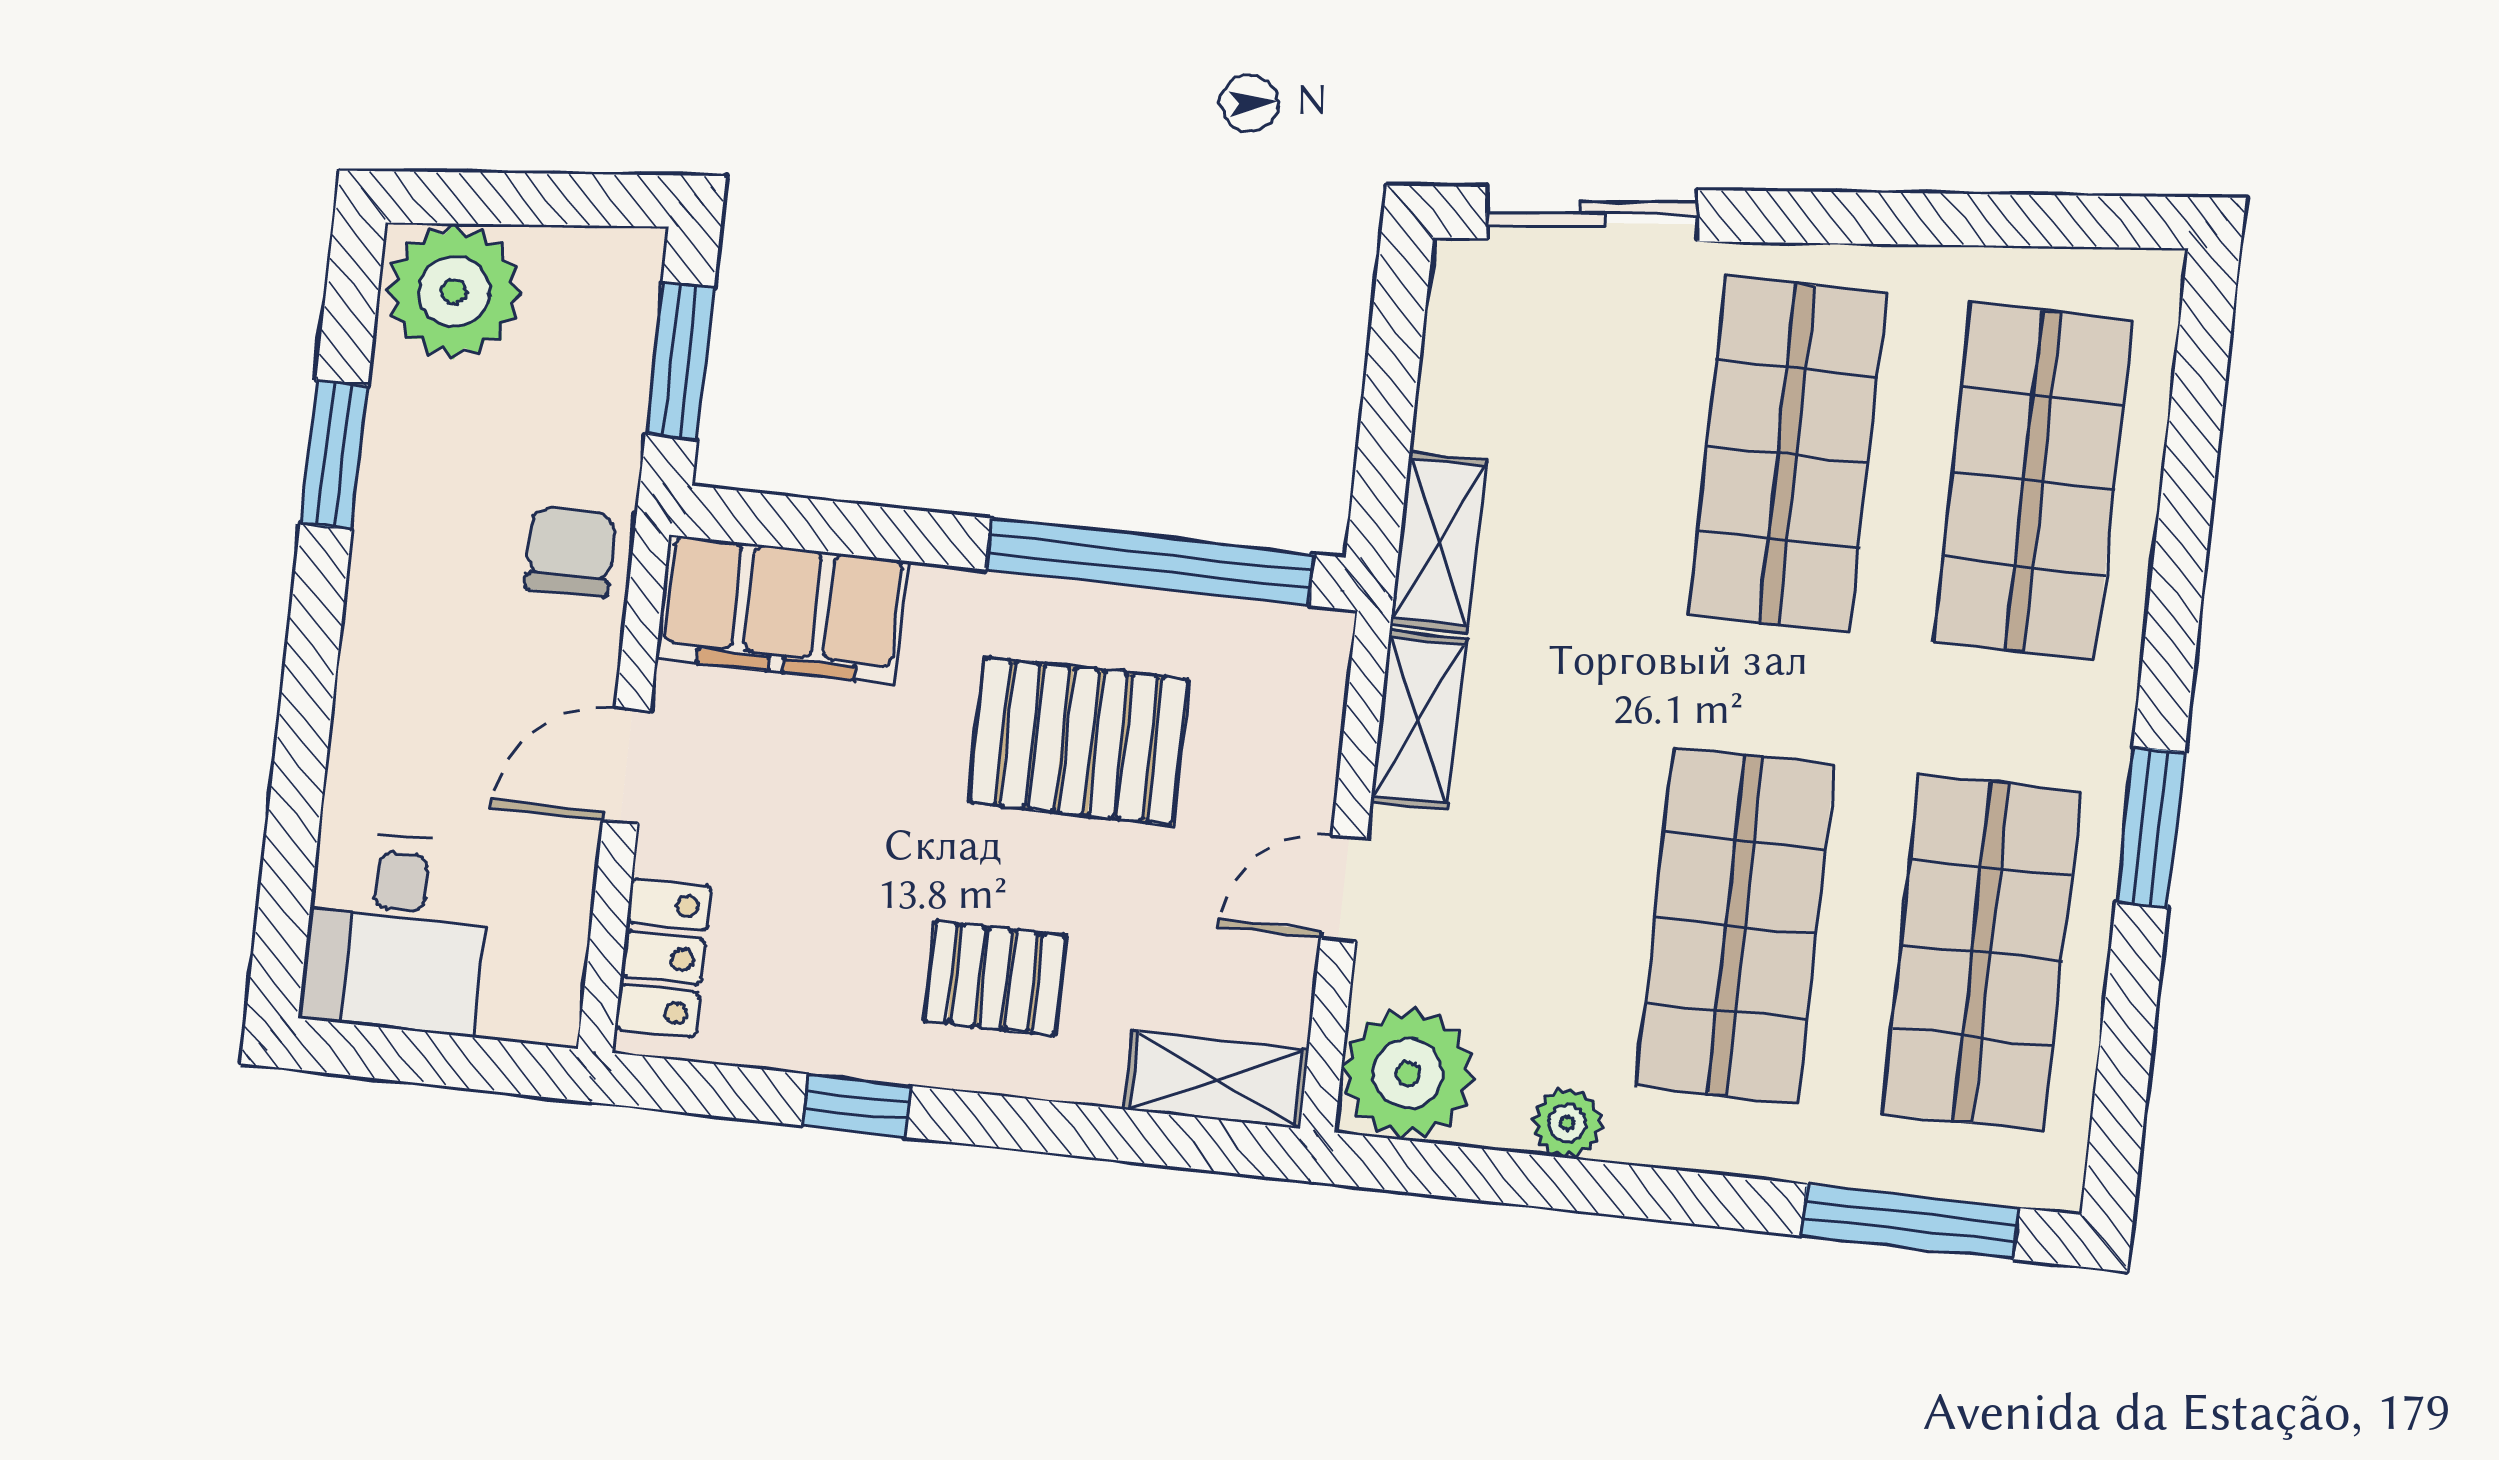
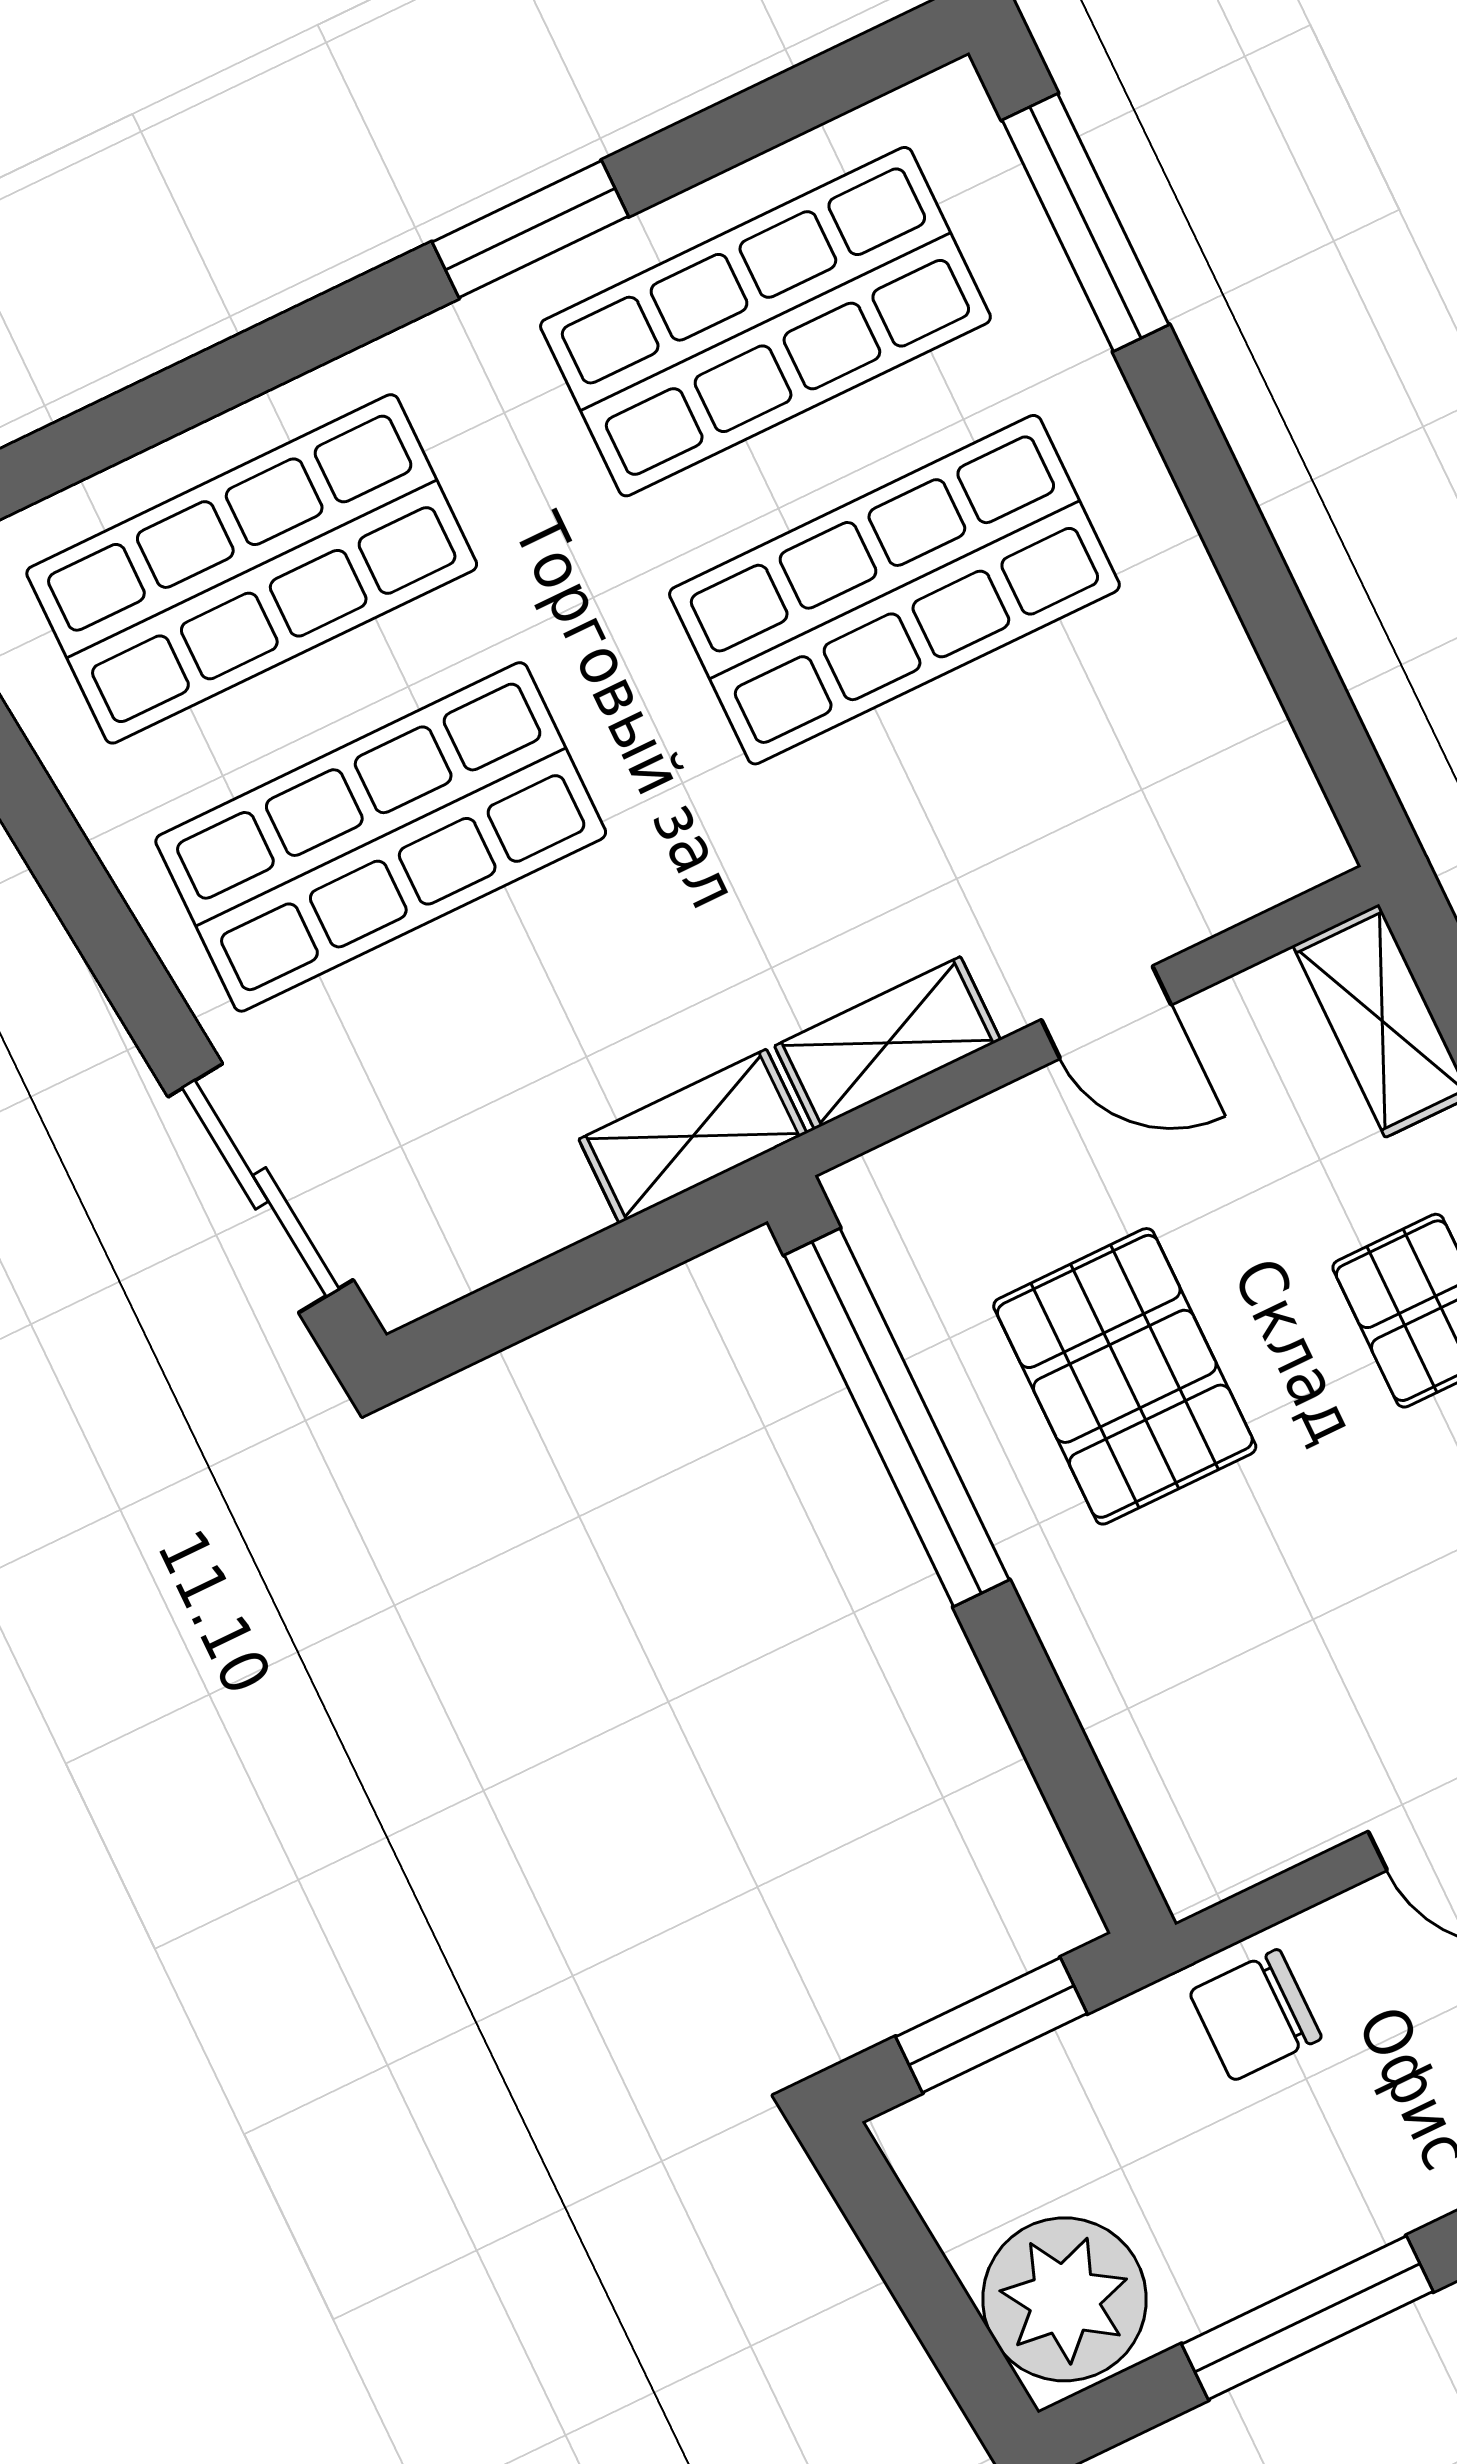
window: (334, 455) -> (1307, 2318), width x1.44
filing cabinet: (782, 610) -> (1180, 1762), removed
plant: (1408, 1073) -> (1254, 829), removed
plant: (1567, 1123) -> (1203, 635), removed

